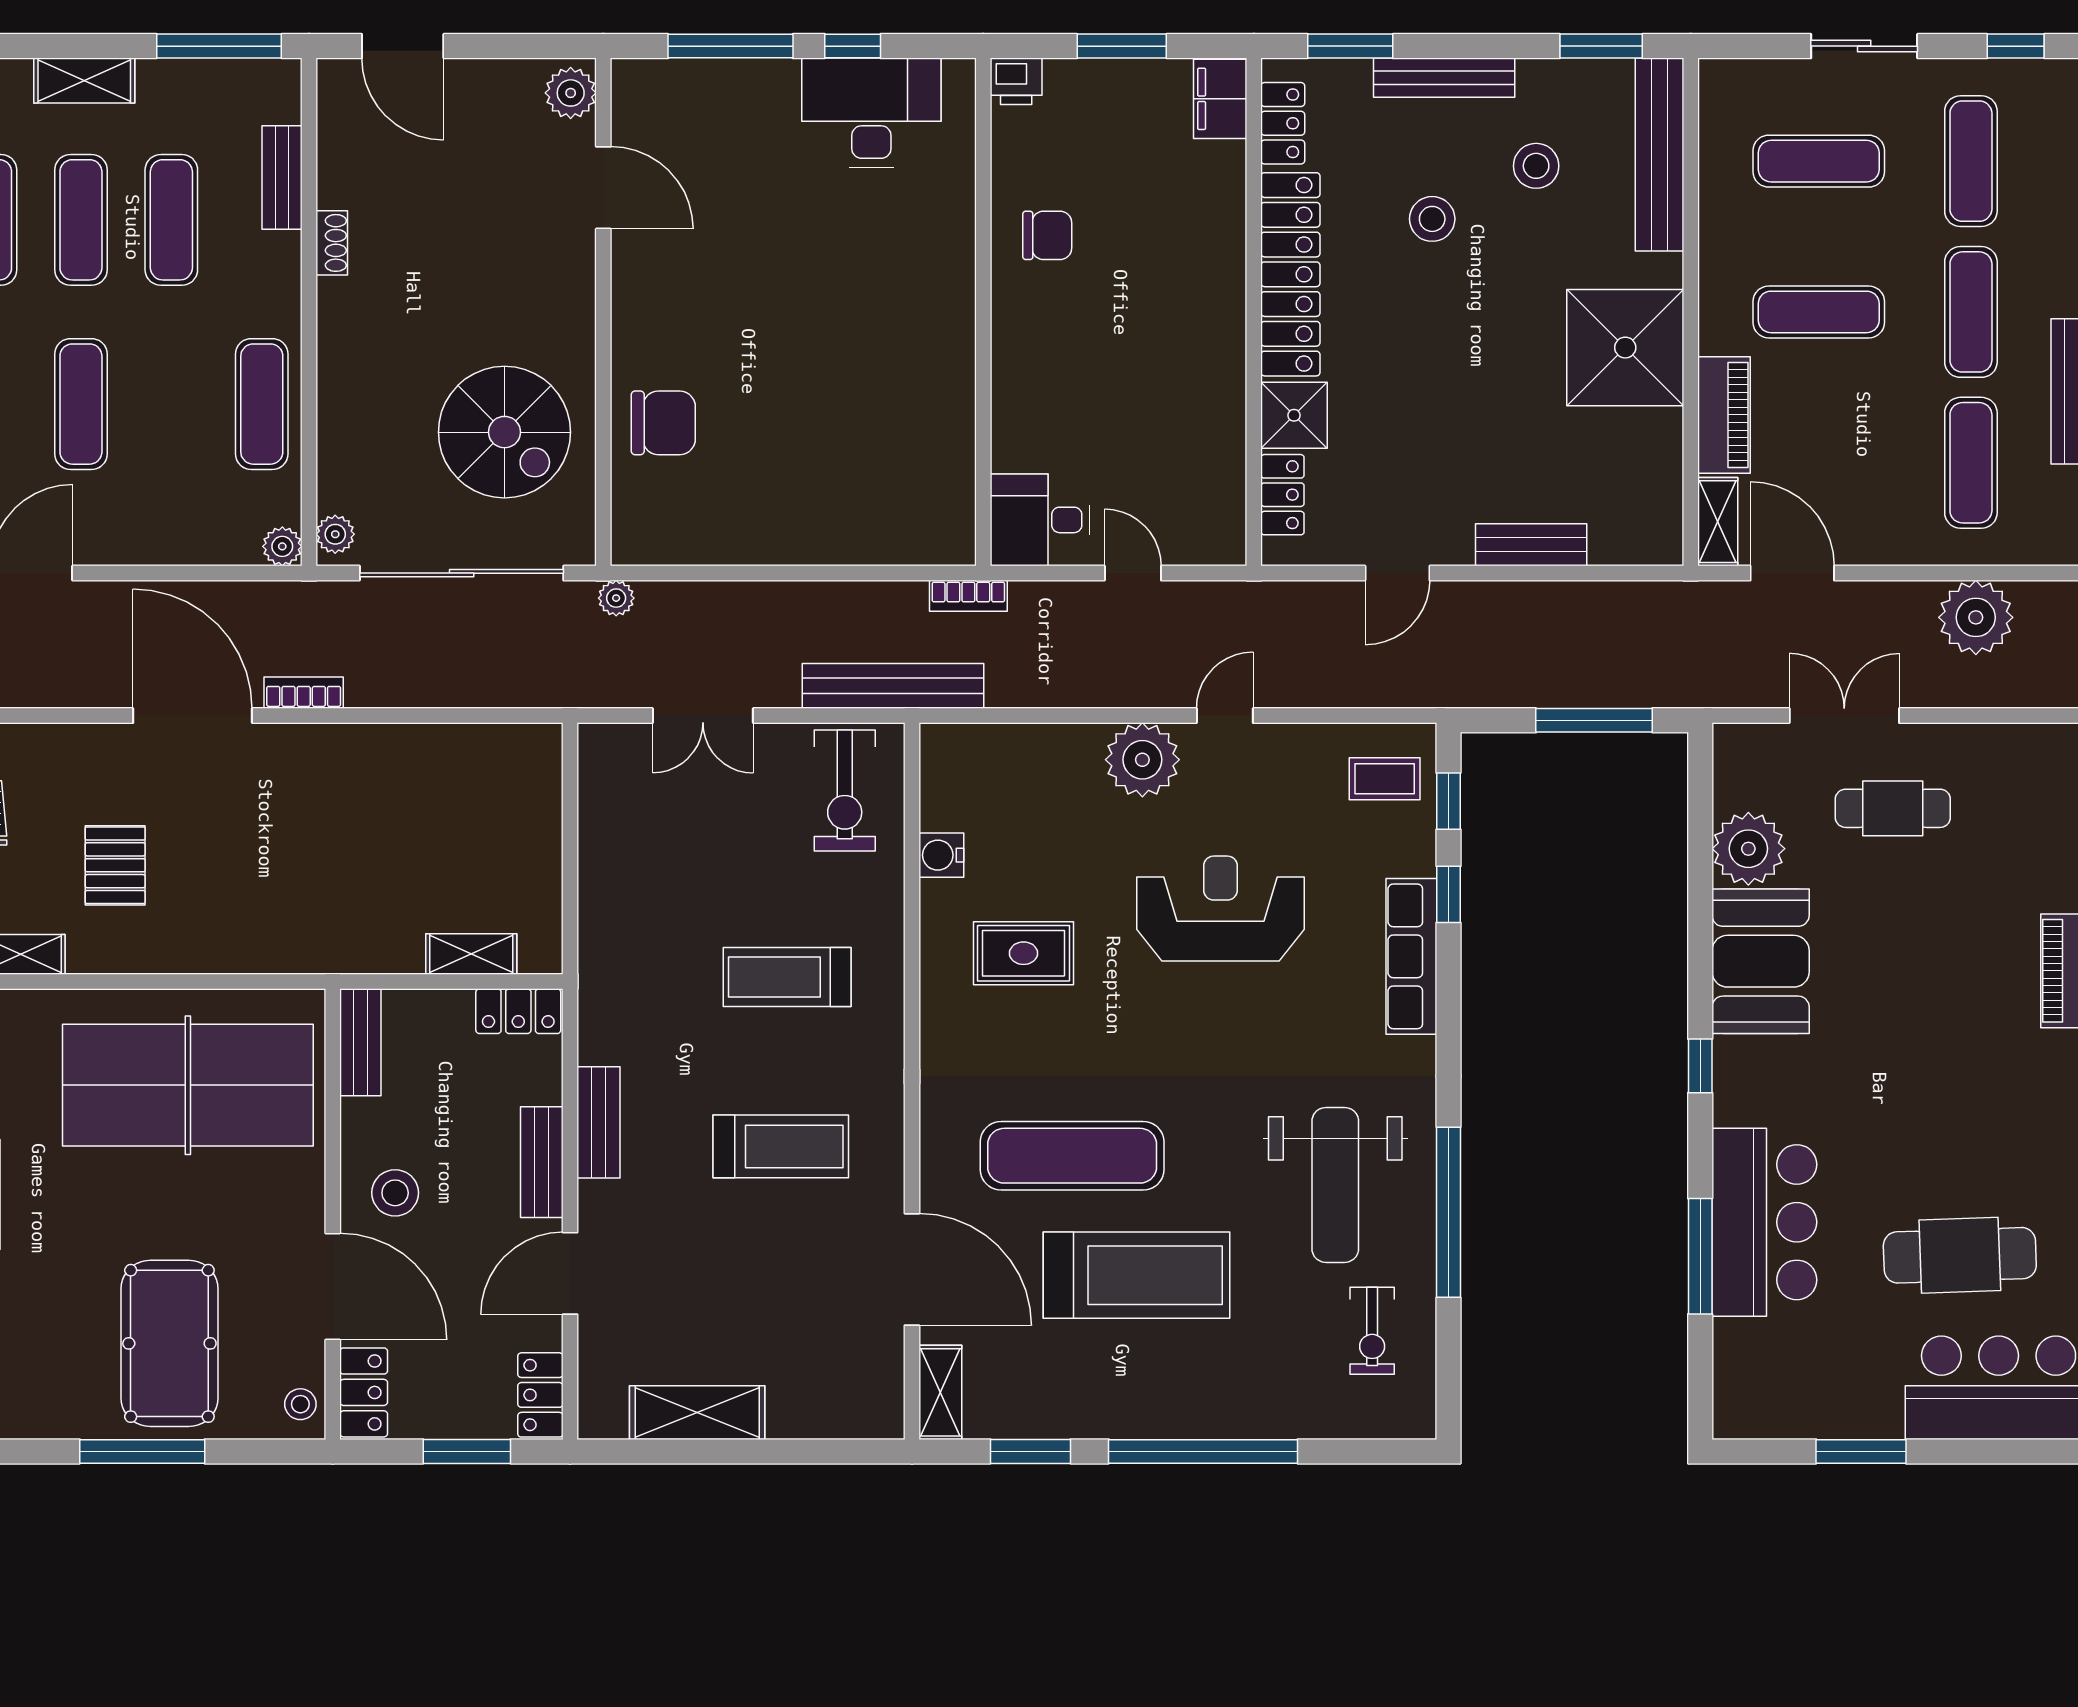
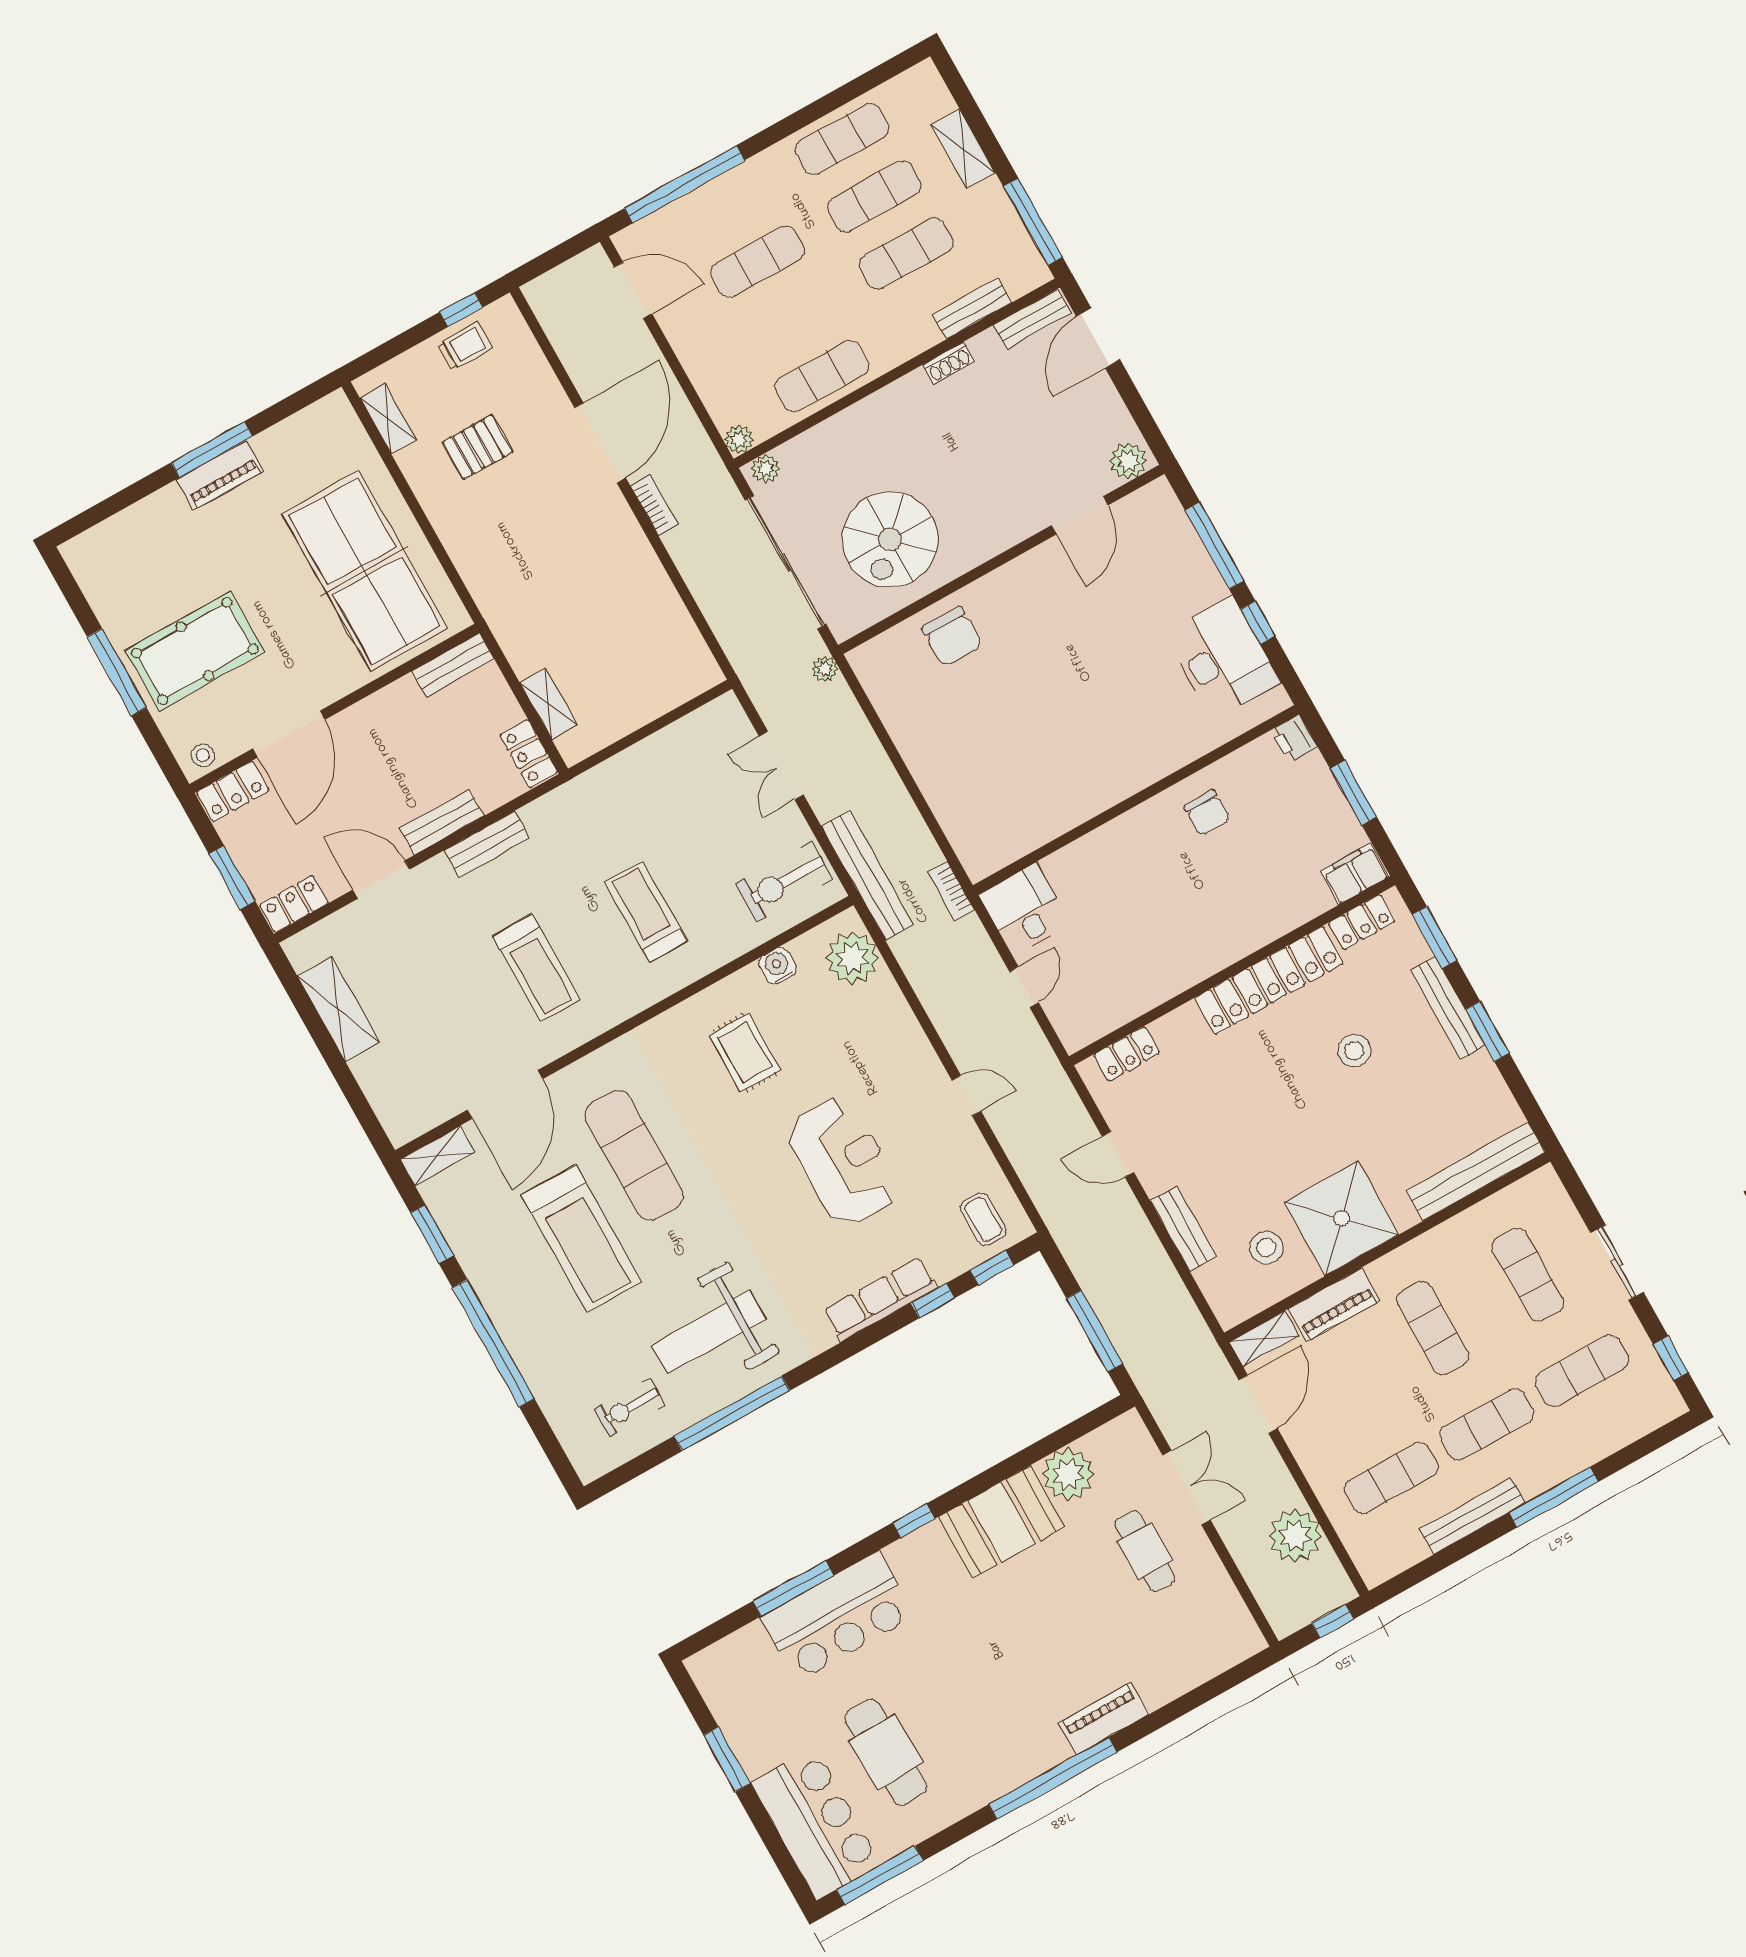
window: (1601, 46) -> (1487, 1031), moved
bench: (335, 112) -> (1032, 319), added
stool: (1536, 166) -> (1266, 1248), moved
shower: (1294, 415) -> (1181, 1033), removed
plant: (1142, 760) -> (852, 958), moved
stool: (395, 1193) -> (370, 740), removed

